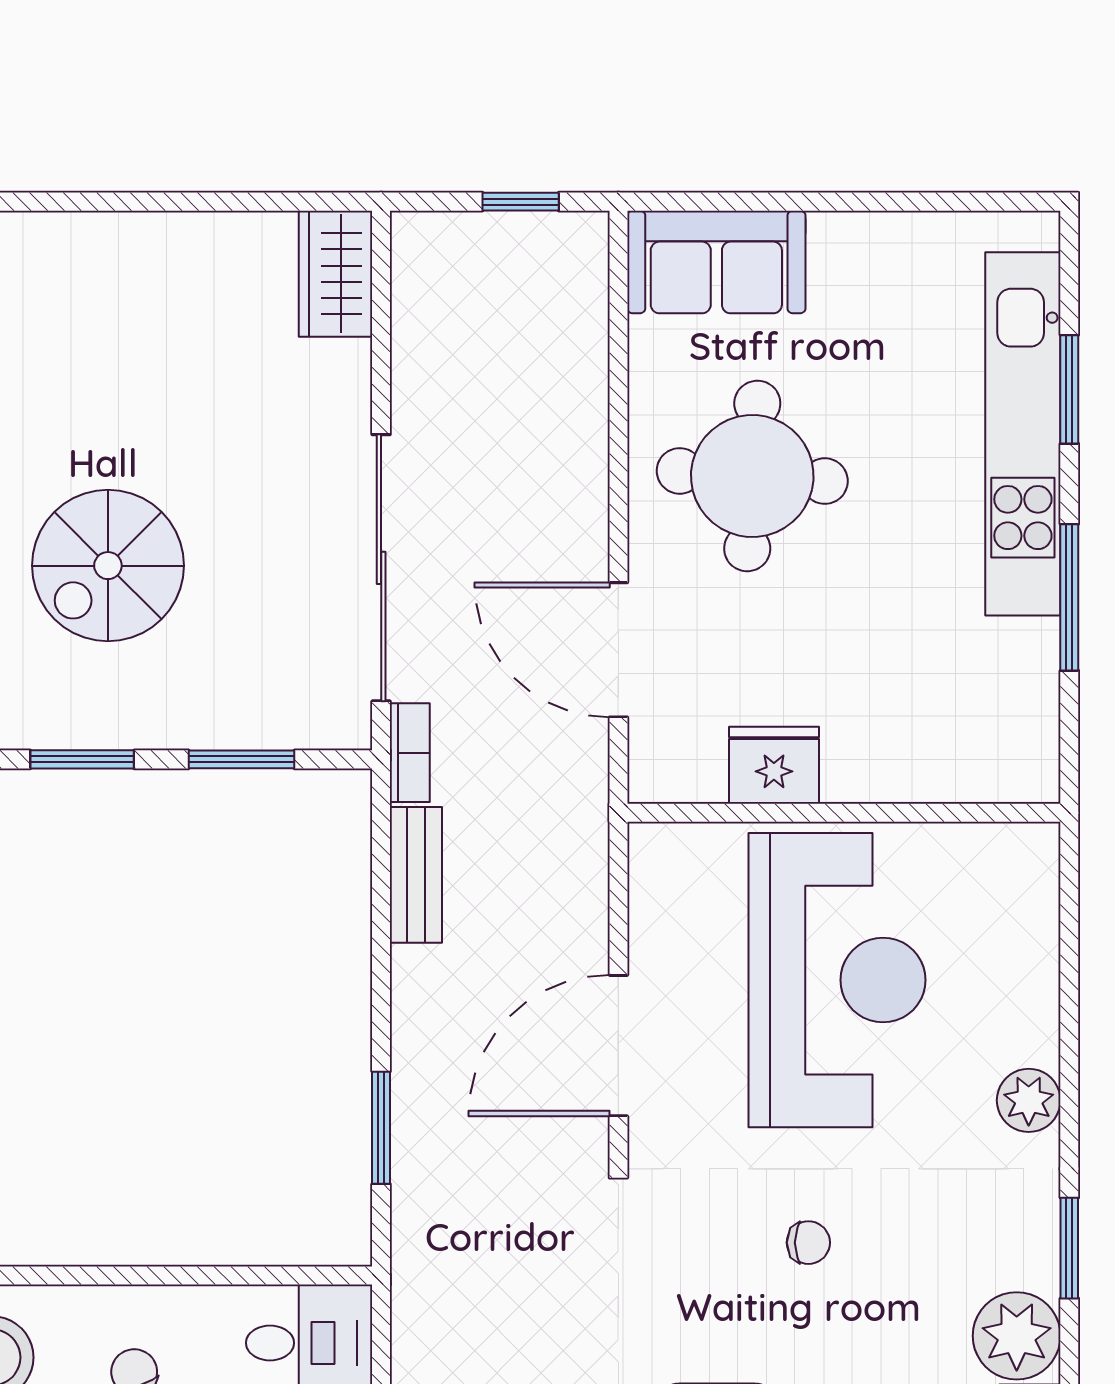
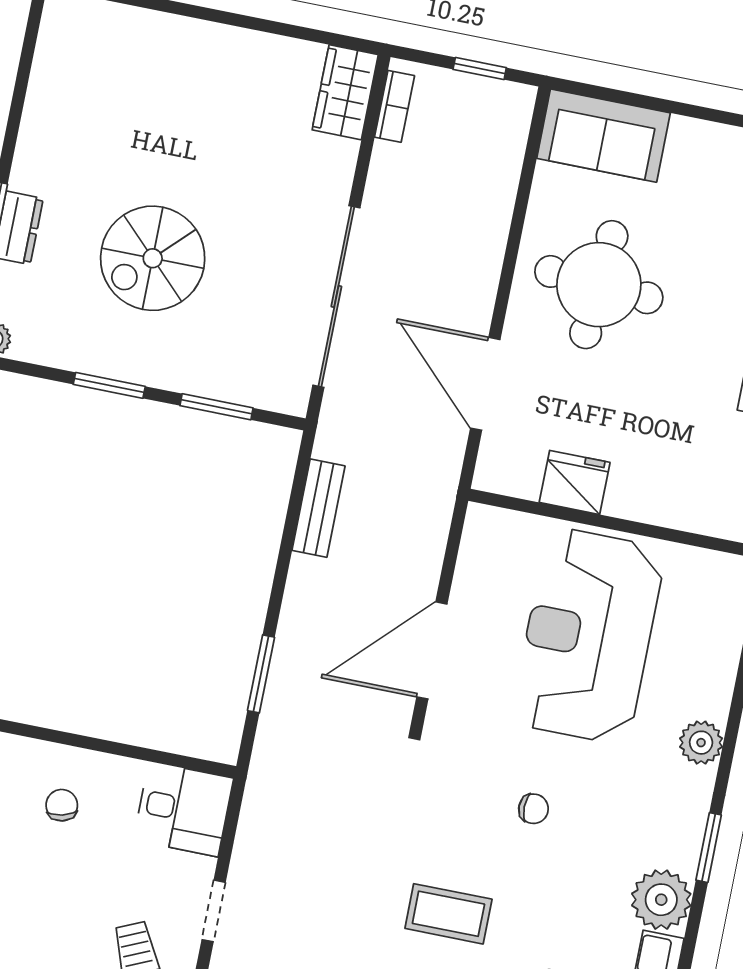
bookcase: (410, 753) -> (395, 106), moved
reception desk: (837, 980) -> (588, 636), turned 180

